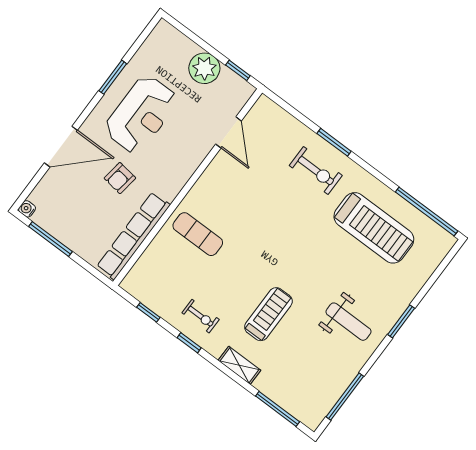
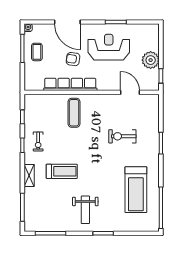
reception desk: (141, 114) -> (109, 47), turned 180
door: (229, 132) -> (130, 92), swing flipped
exercise bike: (316, 171) -> (122, 136), moved, turned 90
coffee table: (71, 222) -> (37, 52), added
row of seats: (133, 236) -> (70, 84), moved

